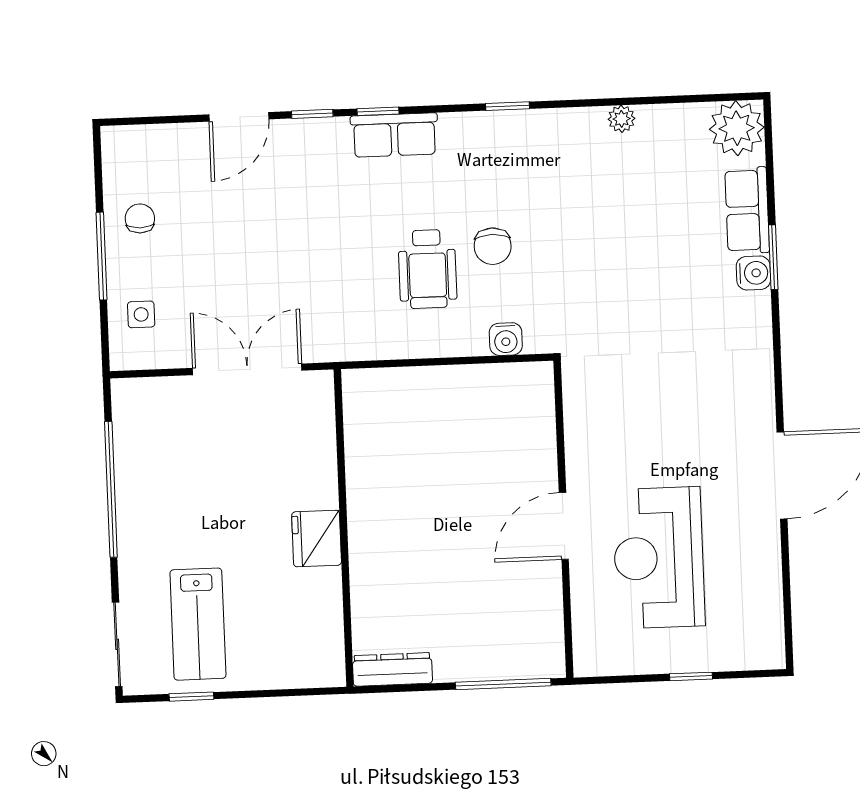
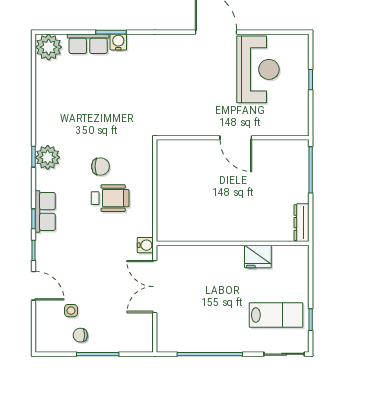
plant: (622, 119) -> (48, 157), moved, width x1.88, depth x1.88
side table: (141, 314) -> (71, 311), moved
water cooler: (506, 339) -> (145, 245), moved
fridge: (317, 539) -> (258, 257), moved
reception desk: (659, 558) -> (258, 69), moved, turned -90

